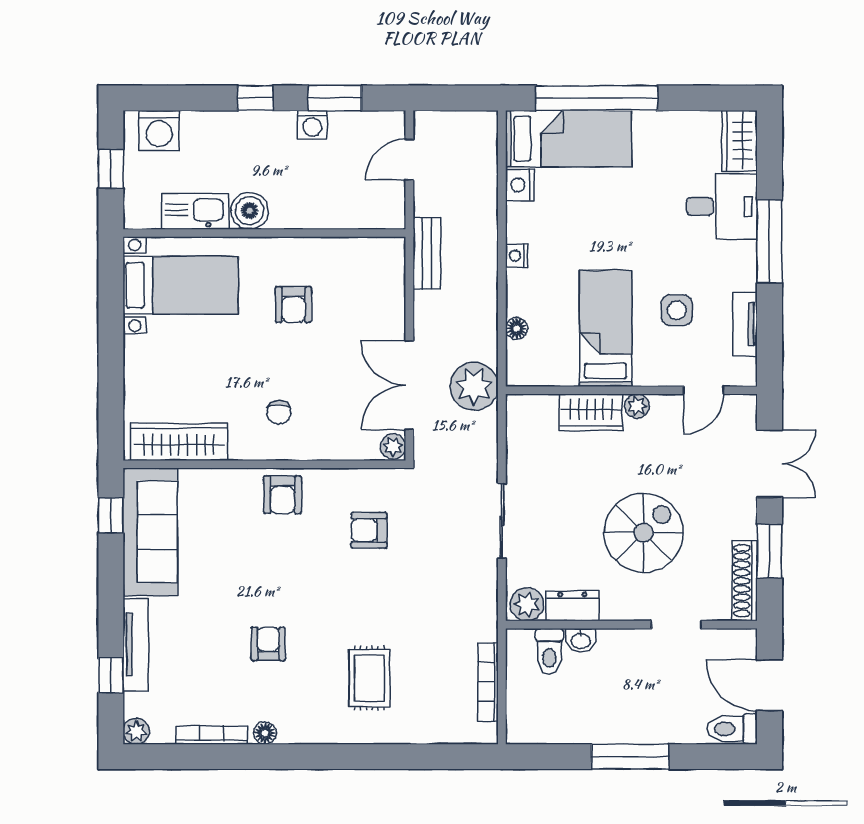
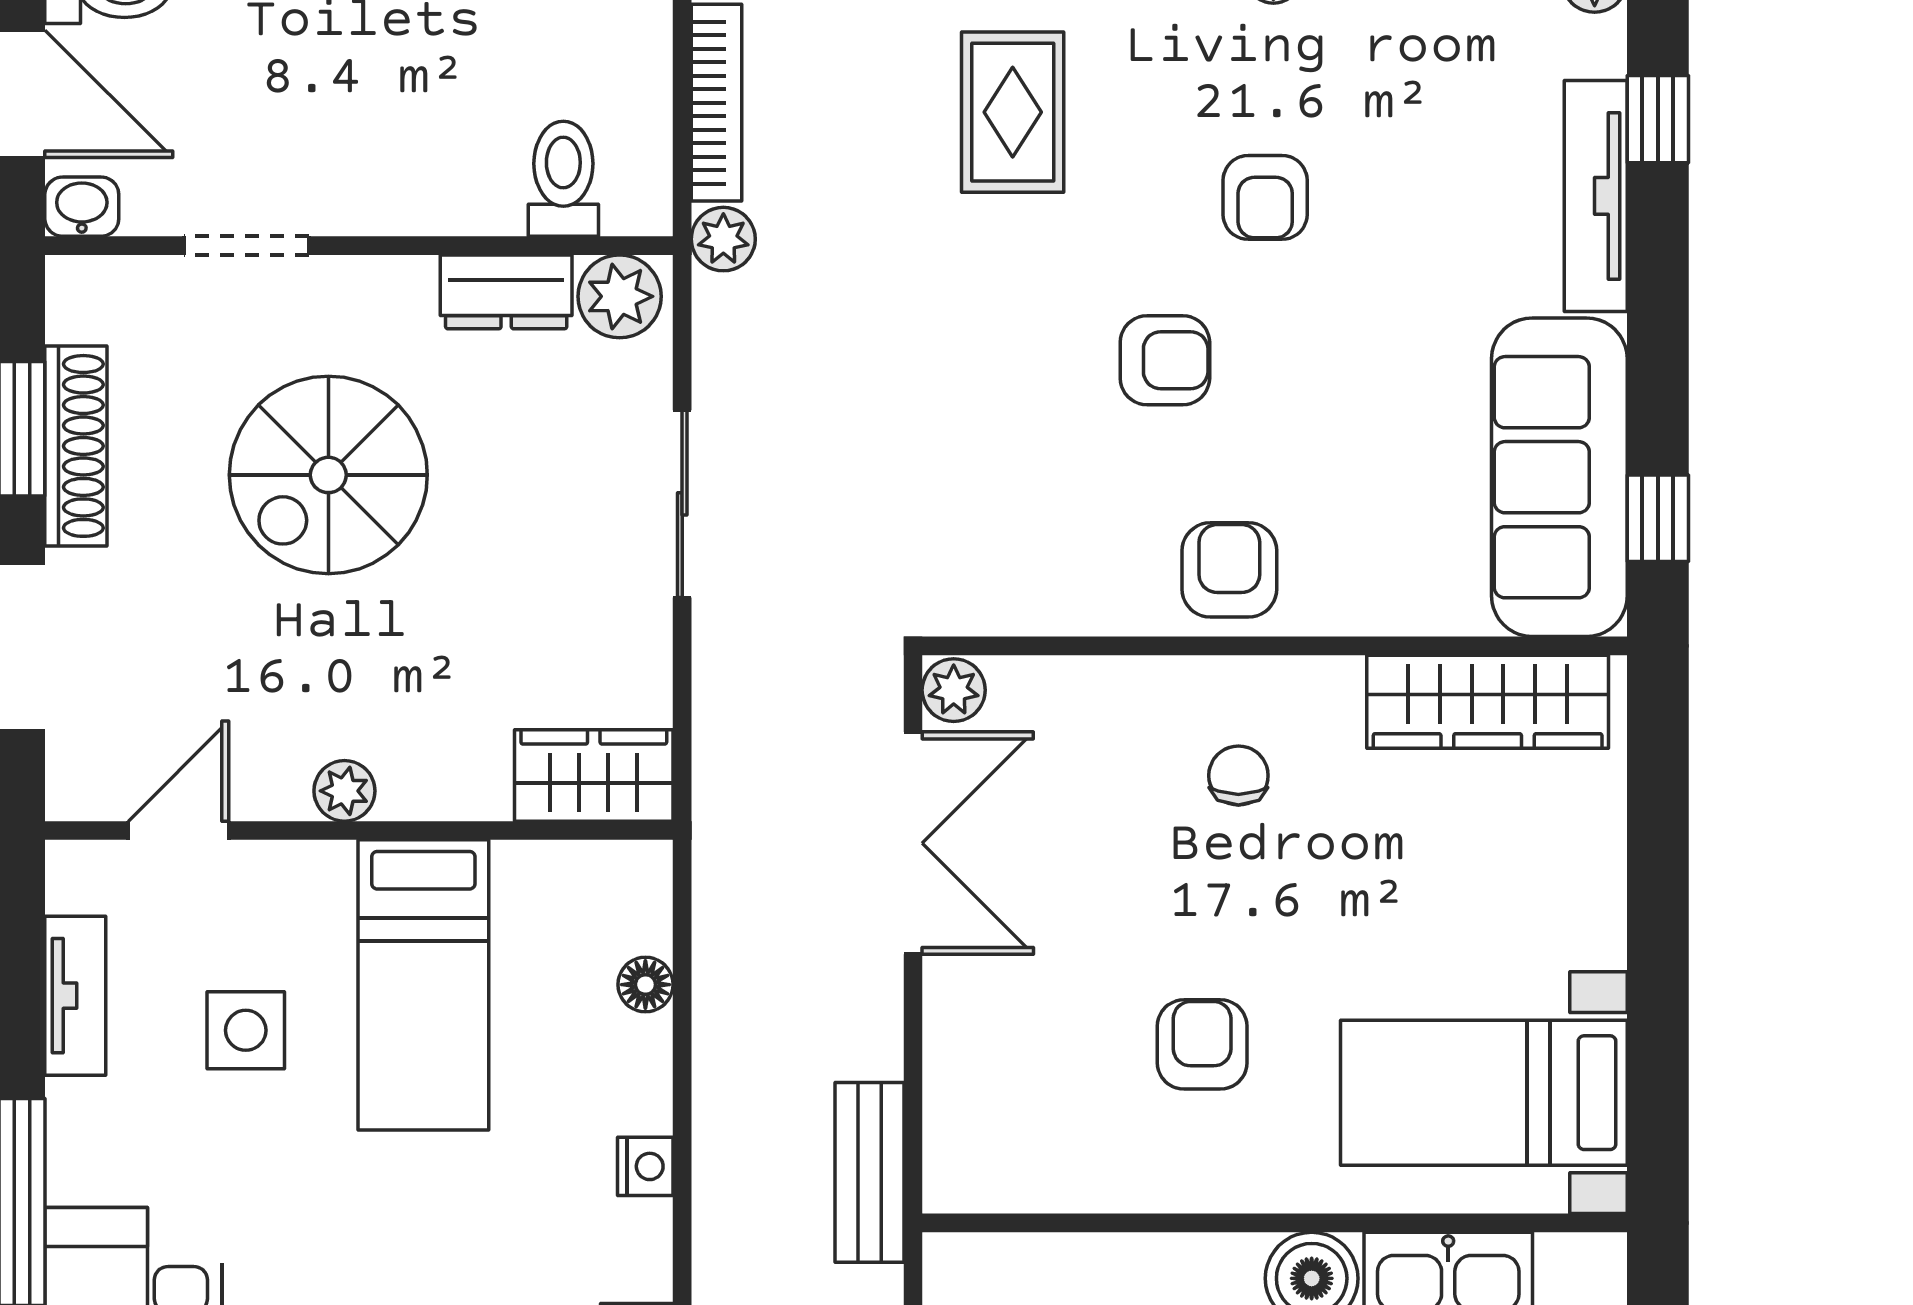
plant: (474, 386) -> (723, 239), moved, width x0.53, depth x0.53
wardrobe: (591, 412) -> (594, 775), moved
armchair: (369, 530) -> (1165, 360), moved
shoe rack: (745, 581) -> (76, 446), moved
washbasin: (581, 640) -> (82, 207), moved

